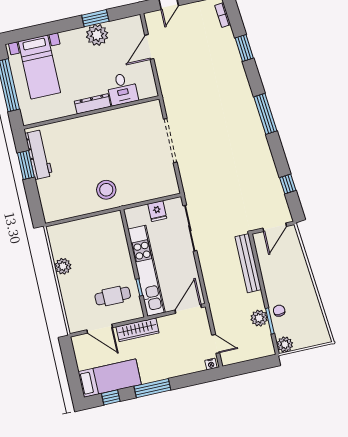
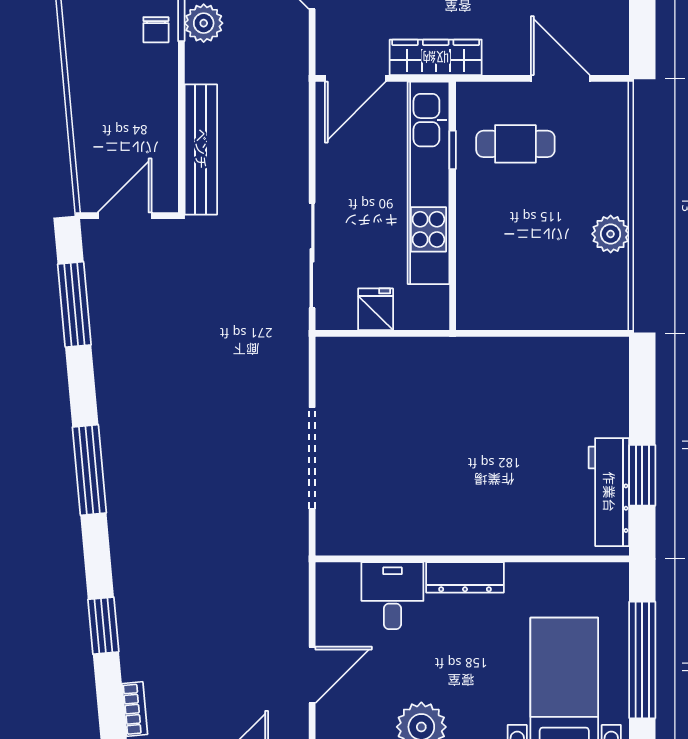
window: (288, 184) -> (74, 304), width x2.17
stool: (106, 190) -> (477, 381), removed
wardrobe: (138, 330) -> (436, 57), moved

